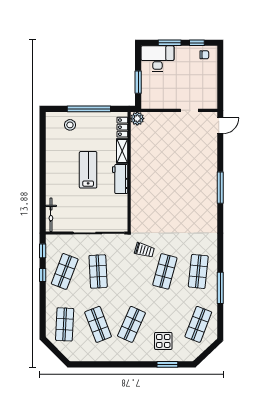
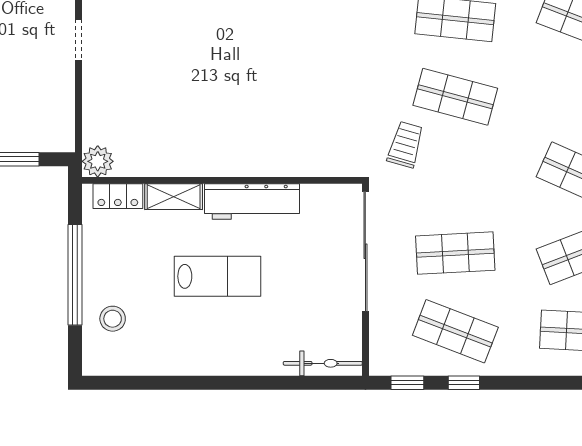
lab bench: (88, 170) -> (218, 276), turned 180
workbench: (120, 179) -> (252, 201), width x1.38

